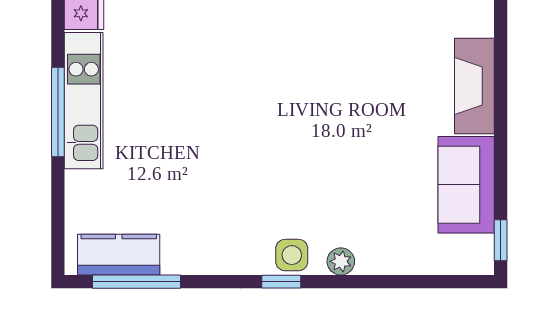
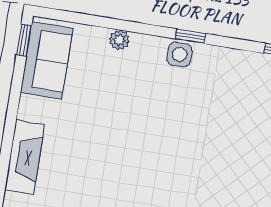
sofa: (466, 185) -> (47, 60), moved
plant: (341, 261) -> (119, 40), moved

